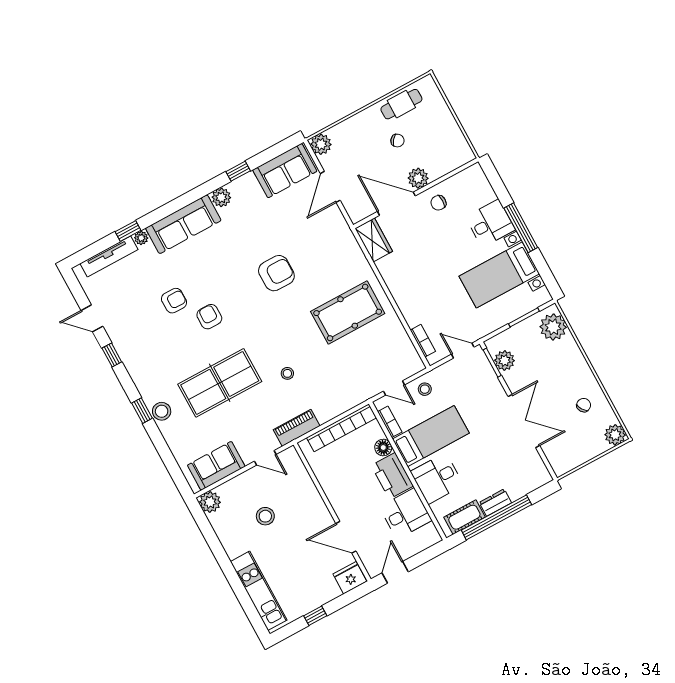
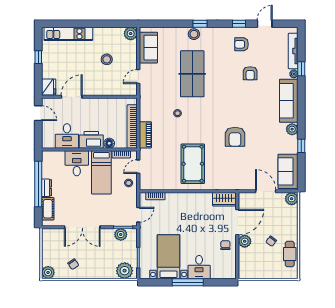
armchair: (209, 317) -> (242, 44), moved, turned 180
piano: (297, 428) -> (145, 135), moved
cot: (464, 517) -> (48, 209), moved

